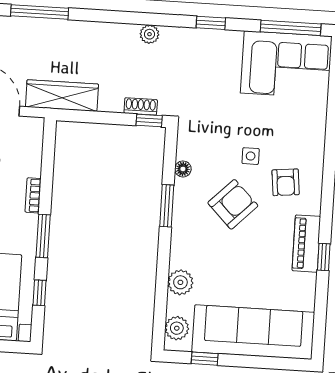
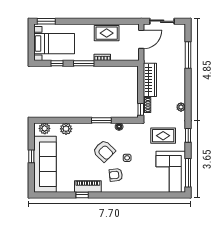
rug: (208, 76) -> (163, 136), added
wardrobe: (62, 96) -> (150, 80), moved
window: (205, 359) -> (31, 156), moved

